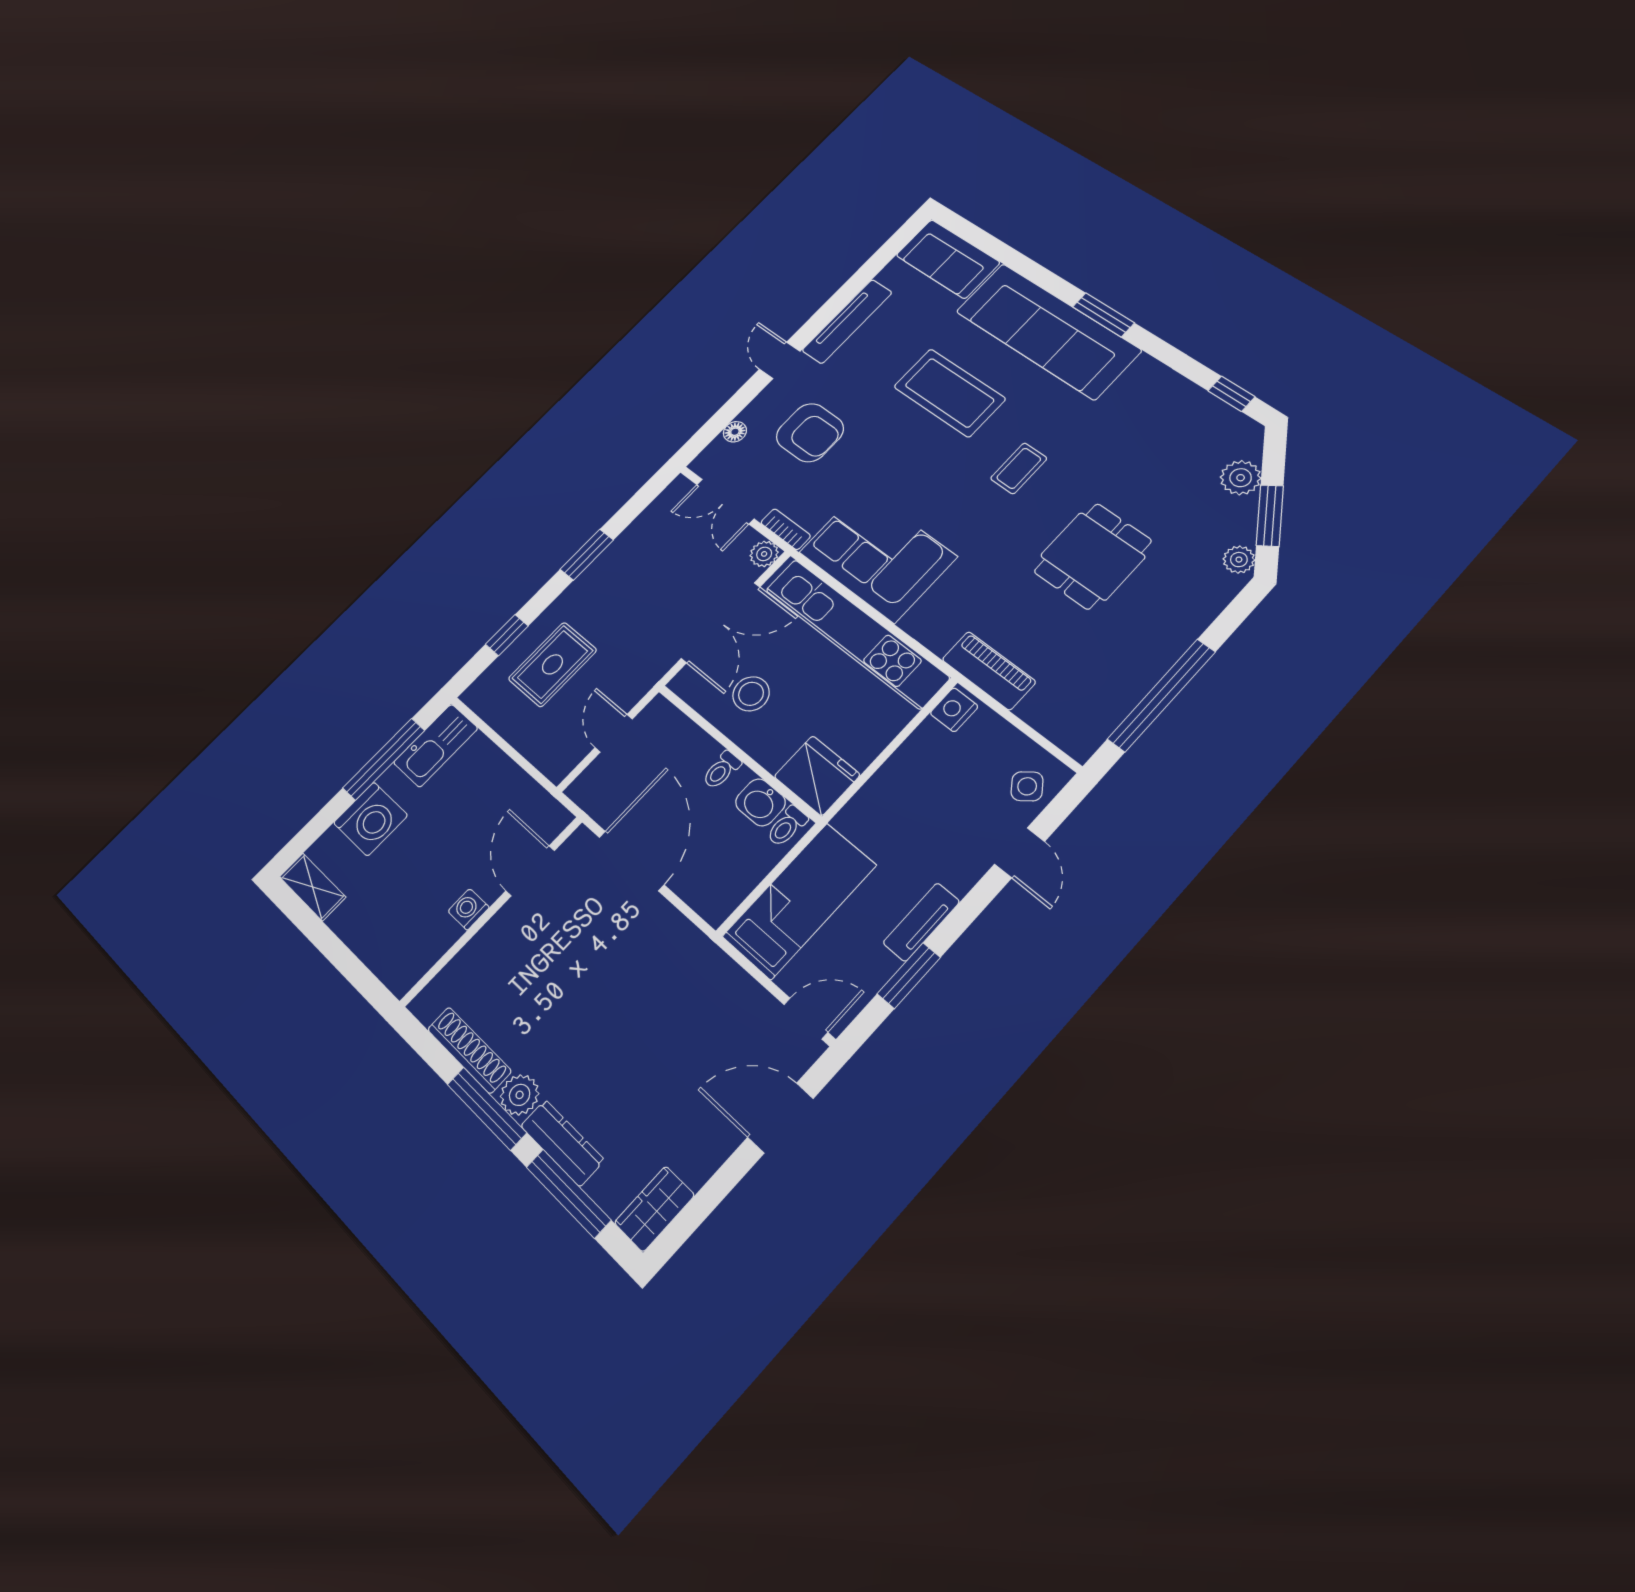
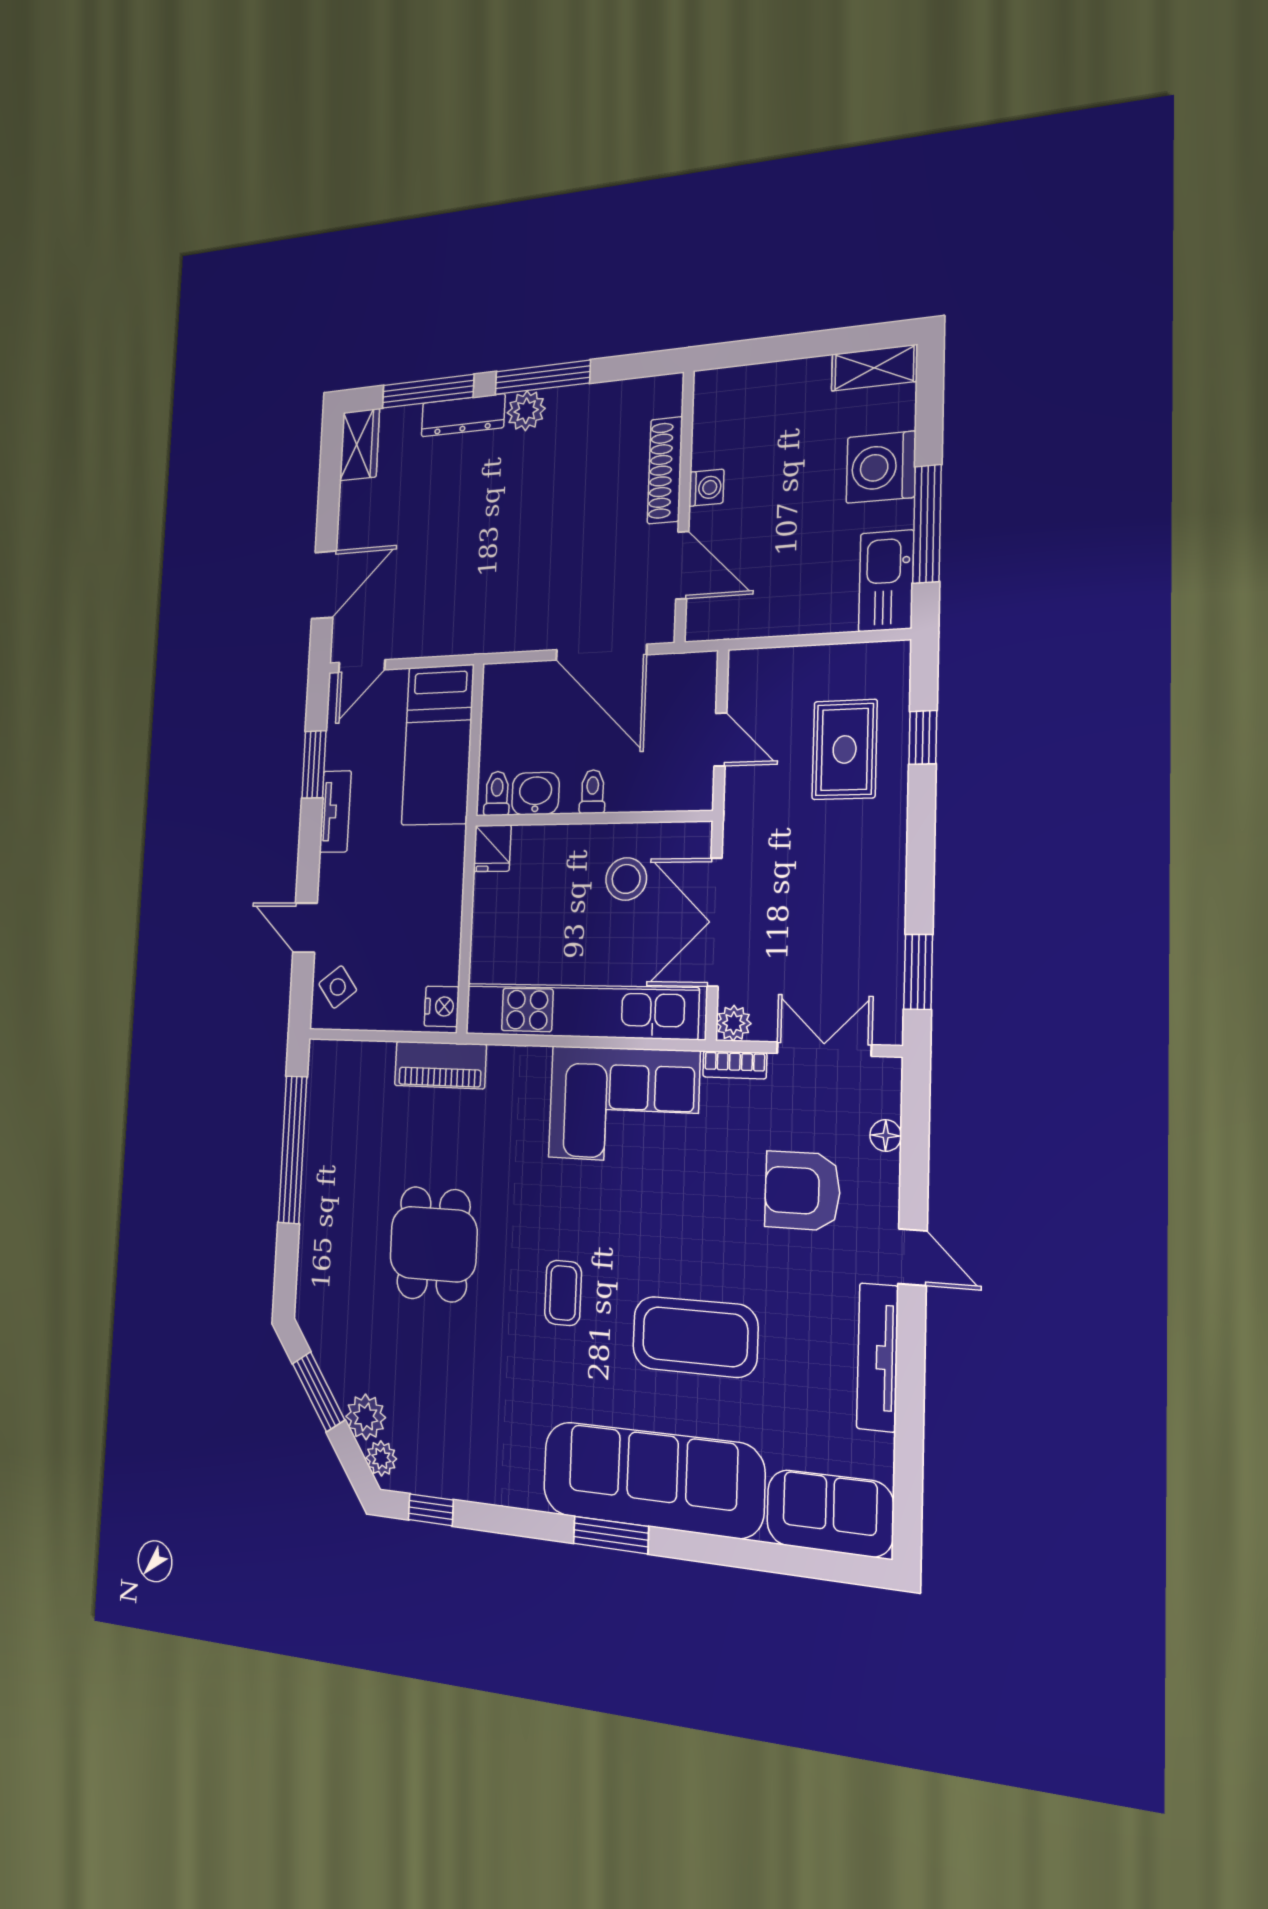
window: (587, 555) -> (918, 972), moved
plant: (1239, 560) -> (381, 1458), moved
fridge: (817, 776) -> (492, 848), width x0.53, depth x0.75
shoe rack: (469, 1050) -> (665, 470), moved, turned 90

